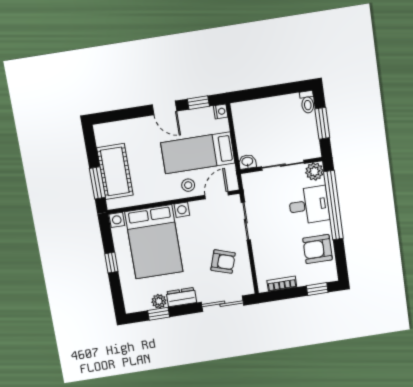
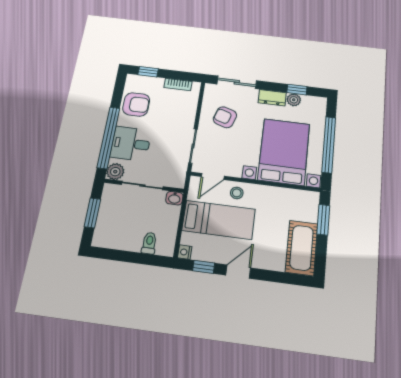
toilet: (307, 102) -> (149, 243), moved
door: (164, 108) -> (238, 272), hinge flipped
cot: (115, 172) -> (302, 248), moved
window: (111, 263) -> (329, 145), width x3.17

